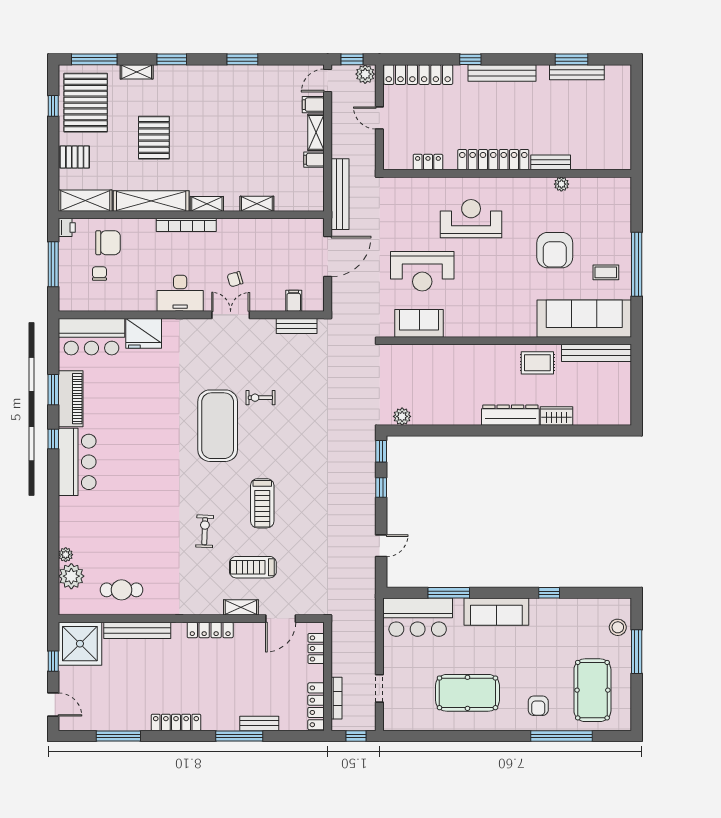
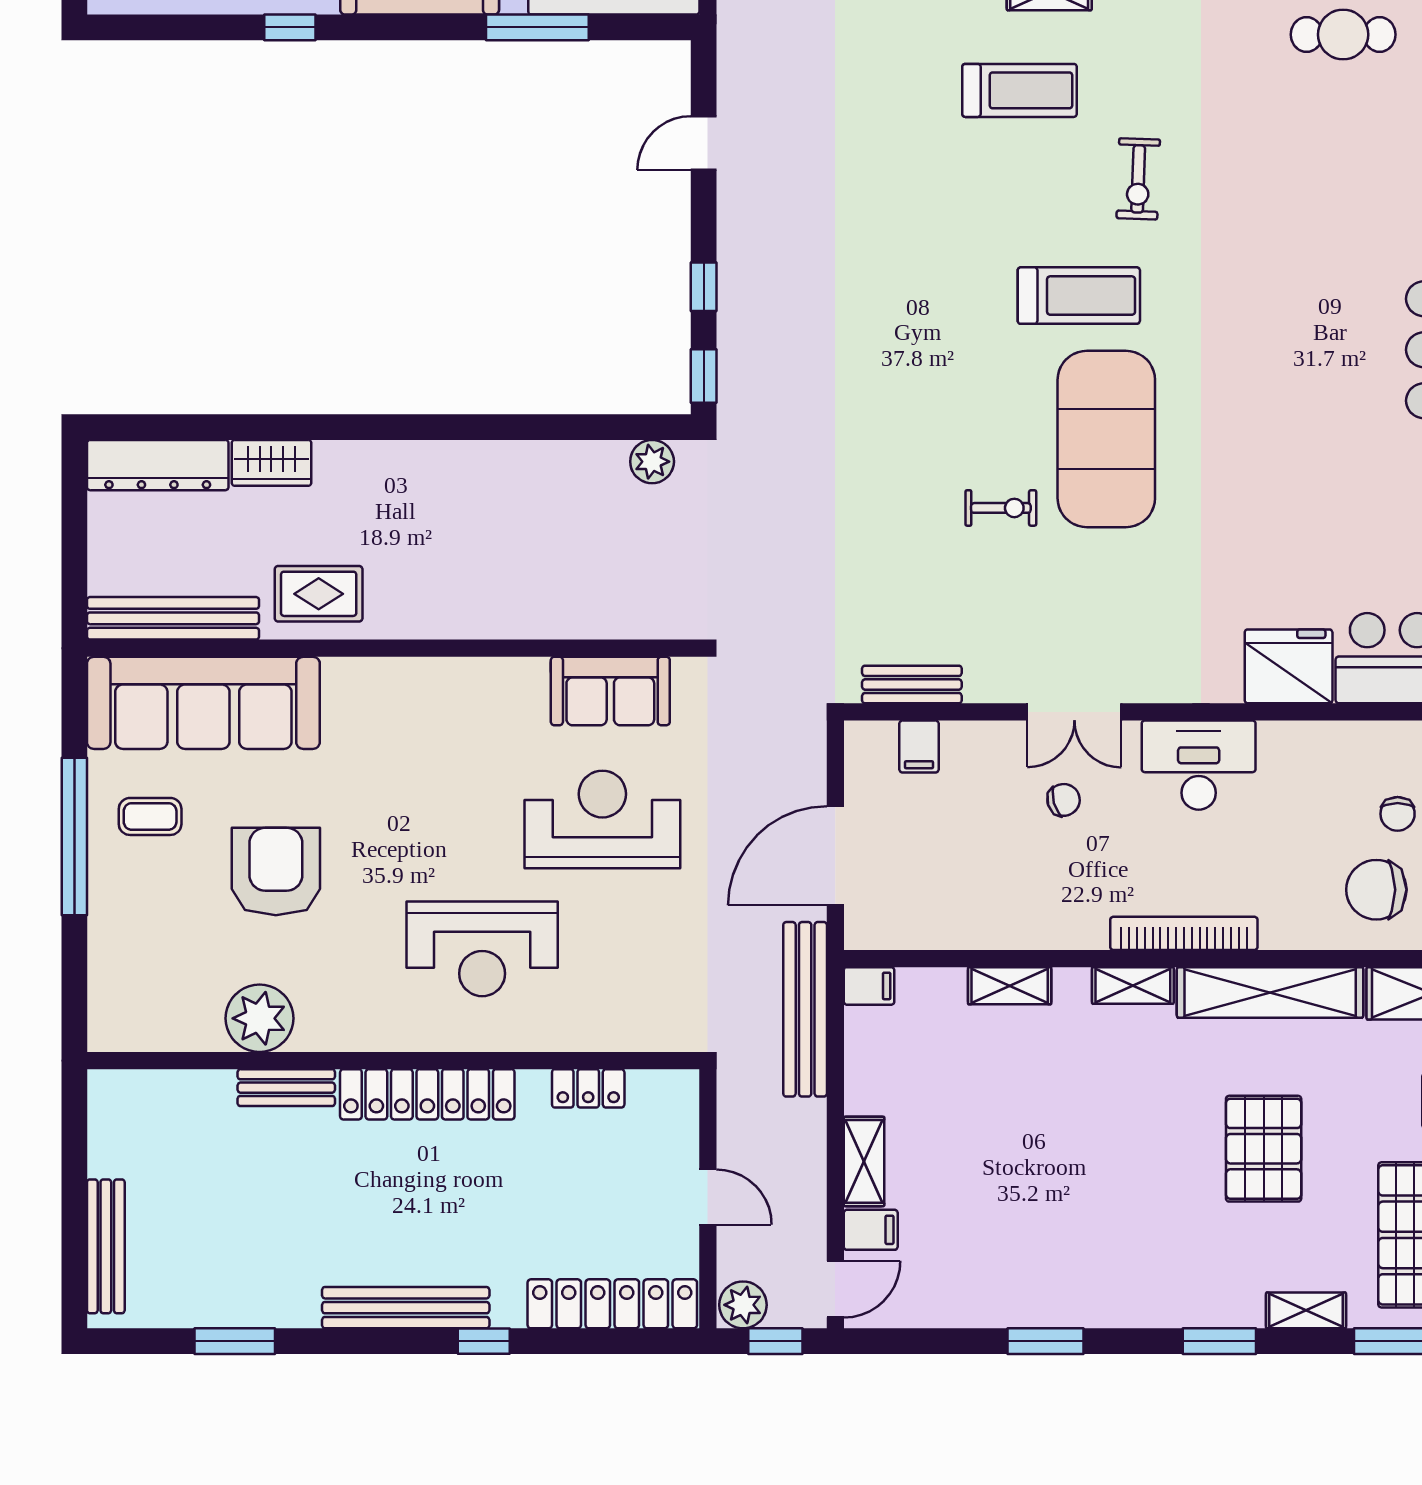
bench: (577, 72) -> (106, 1246), moved, turned 90
filing cabinet: (314, 160) -> (869, 986), moved
plant: (561, 184) -> (260, 1018), width x1.88, depth x1.88
dresser: (510, 415) -> (158, 465), moved
treadmill: (262, 503) -> (1079, 296), moved, turned 90

